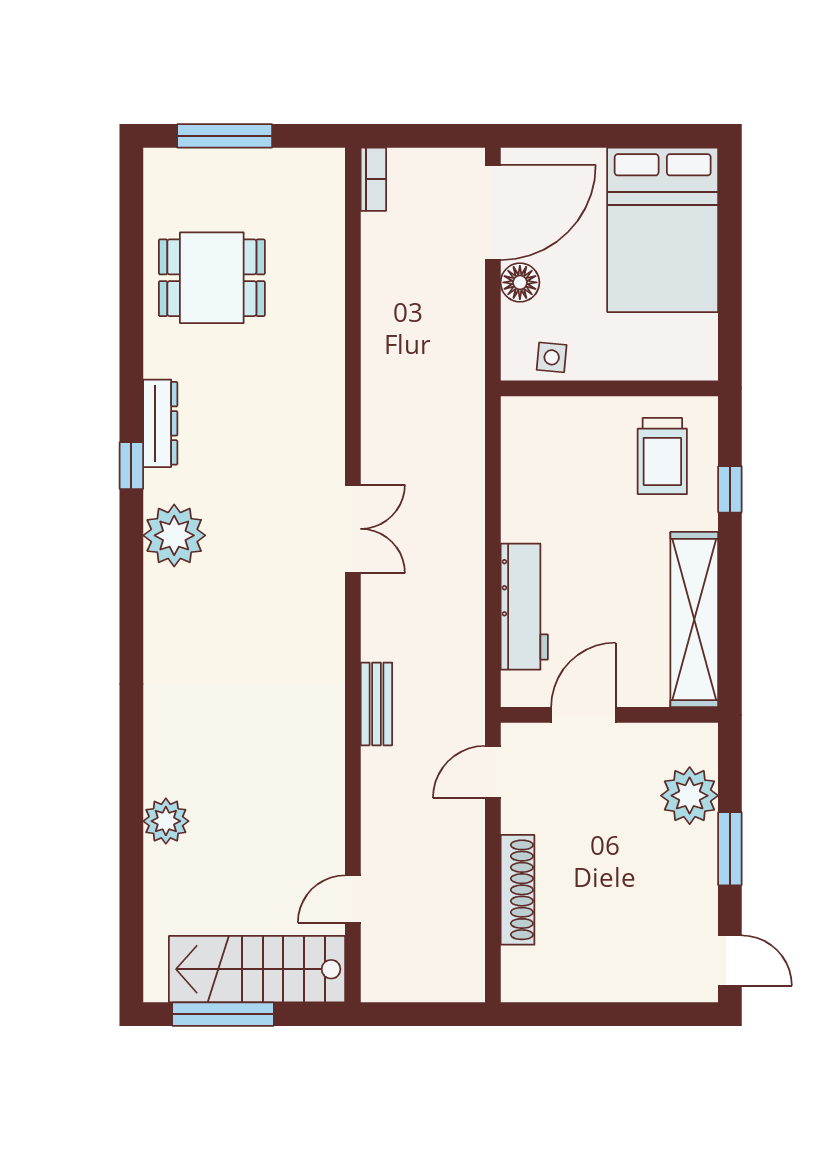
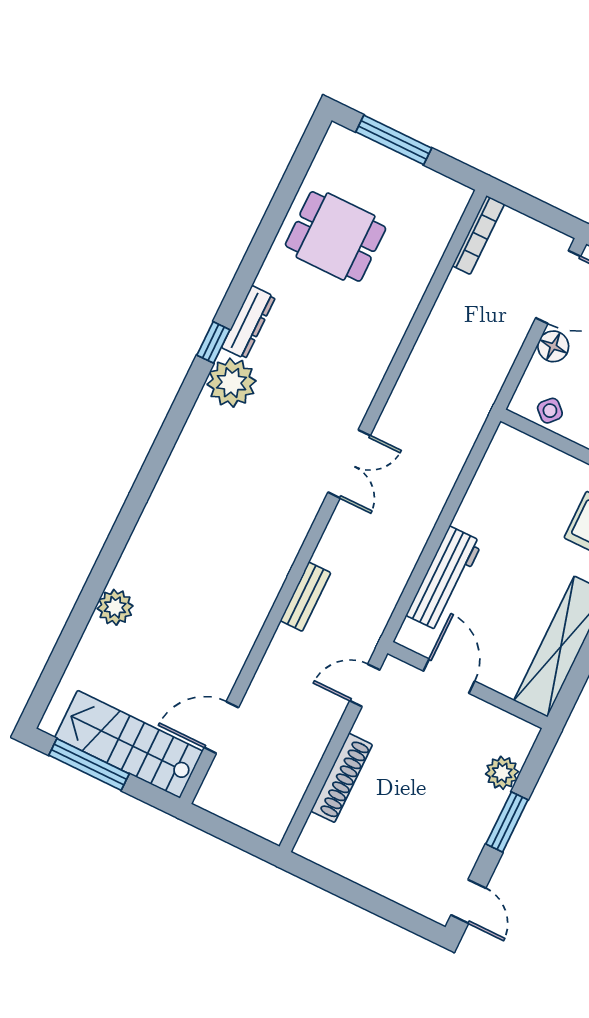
bookcase: (373, 179) -> (478, 235), width x1.56
side table: (552, 357) -> (550, 411), turned 38
plant: (174, 535) -> (232, 383), moved
door: (583, 715) -> (449, 676), hinge flipped
plant: (690, 796) -> (502, 773), width x0.73, depth x0.73
door: (353, 899) -> (221, 727), width x1.38

